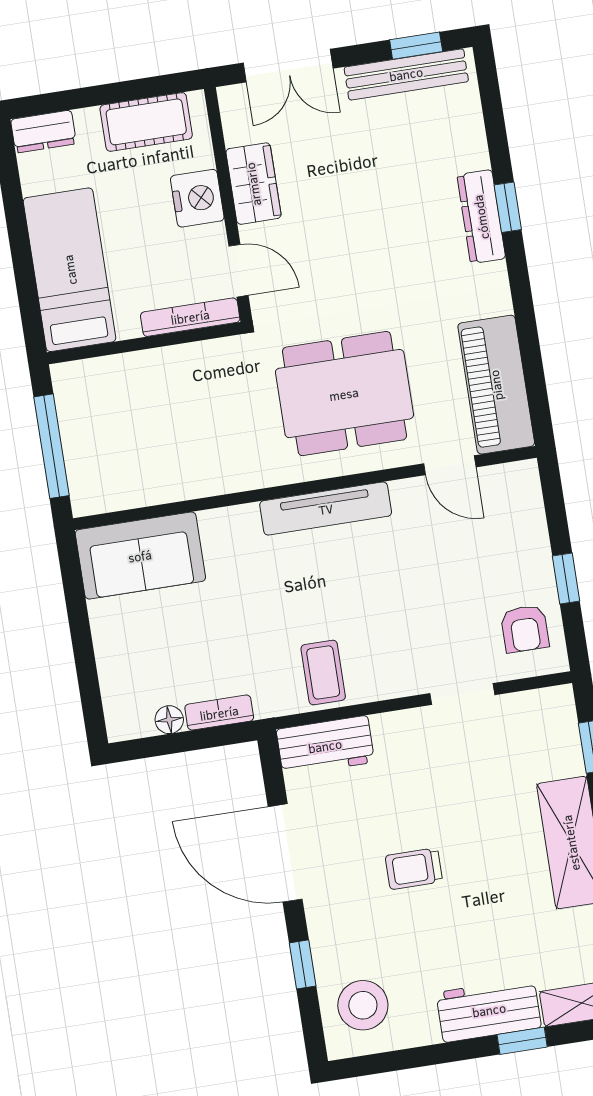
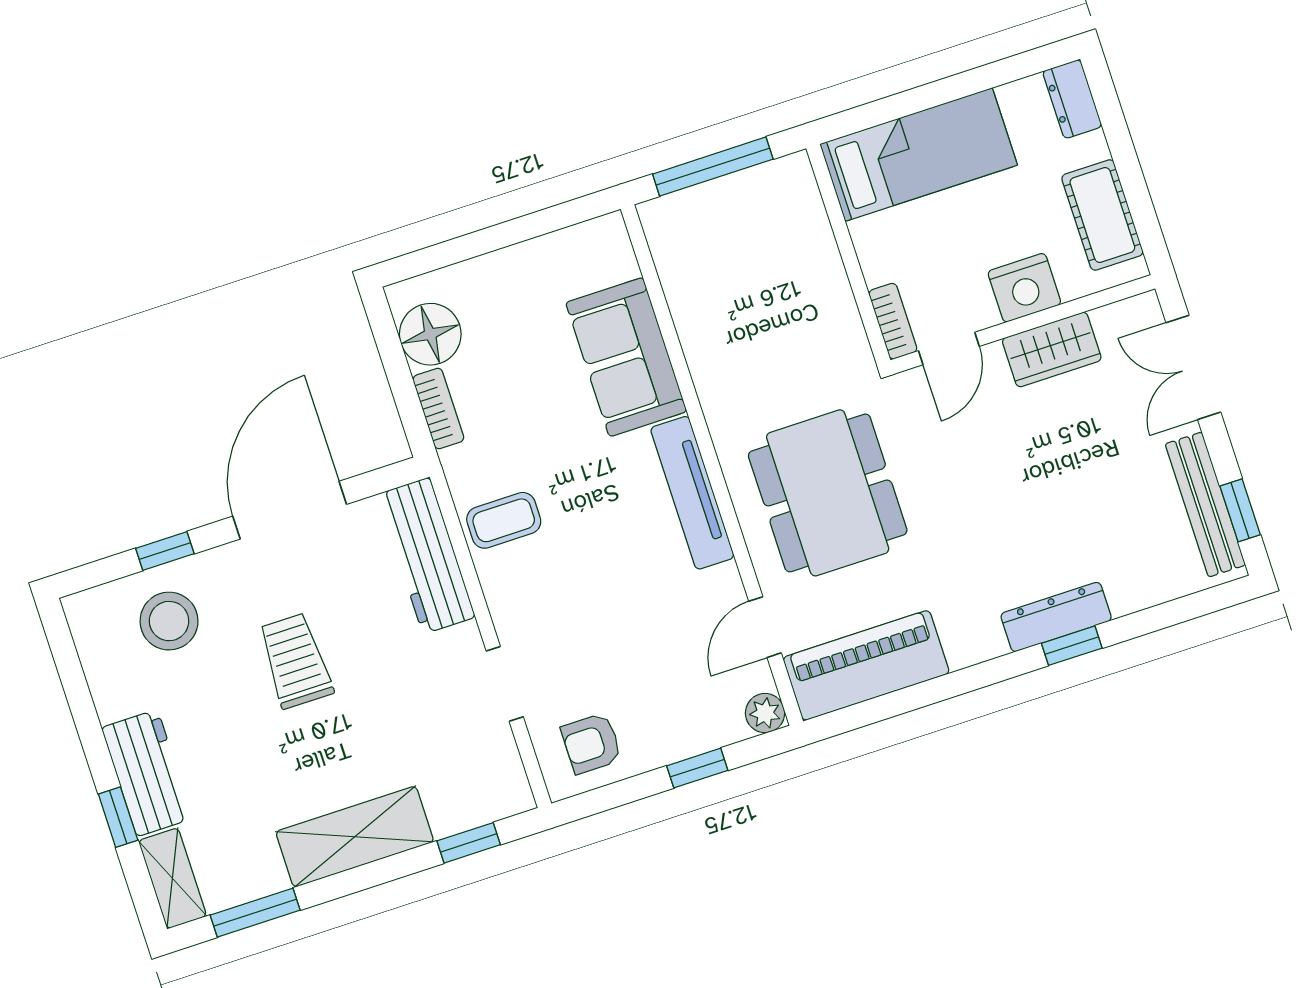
bookcase: (190, 317) -> (893, 321), width x0.64
plant: (523, 477) -> (765, 713), added
sofa: (140, 556) -> (626, 357), moved
window: (566, 578) -> (697, 768), moved
floor lamp: (169, 720) -> (430, 334), width x1.89, depth x1.89
workbench: (325, 746) -> (426, 556), width x1.38
trolley: (414, 869) -> (295, 661), width x1.36, depth x1.39
stool: (363, 1005) -> (169, 621), moved

